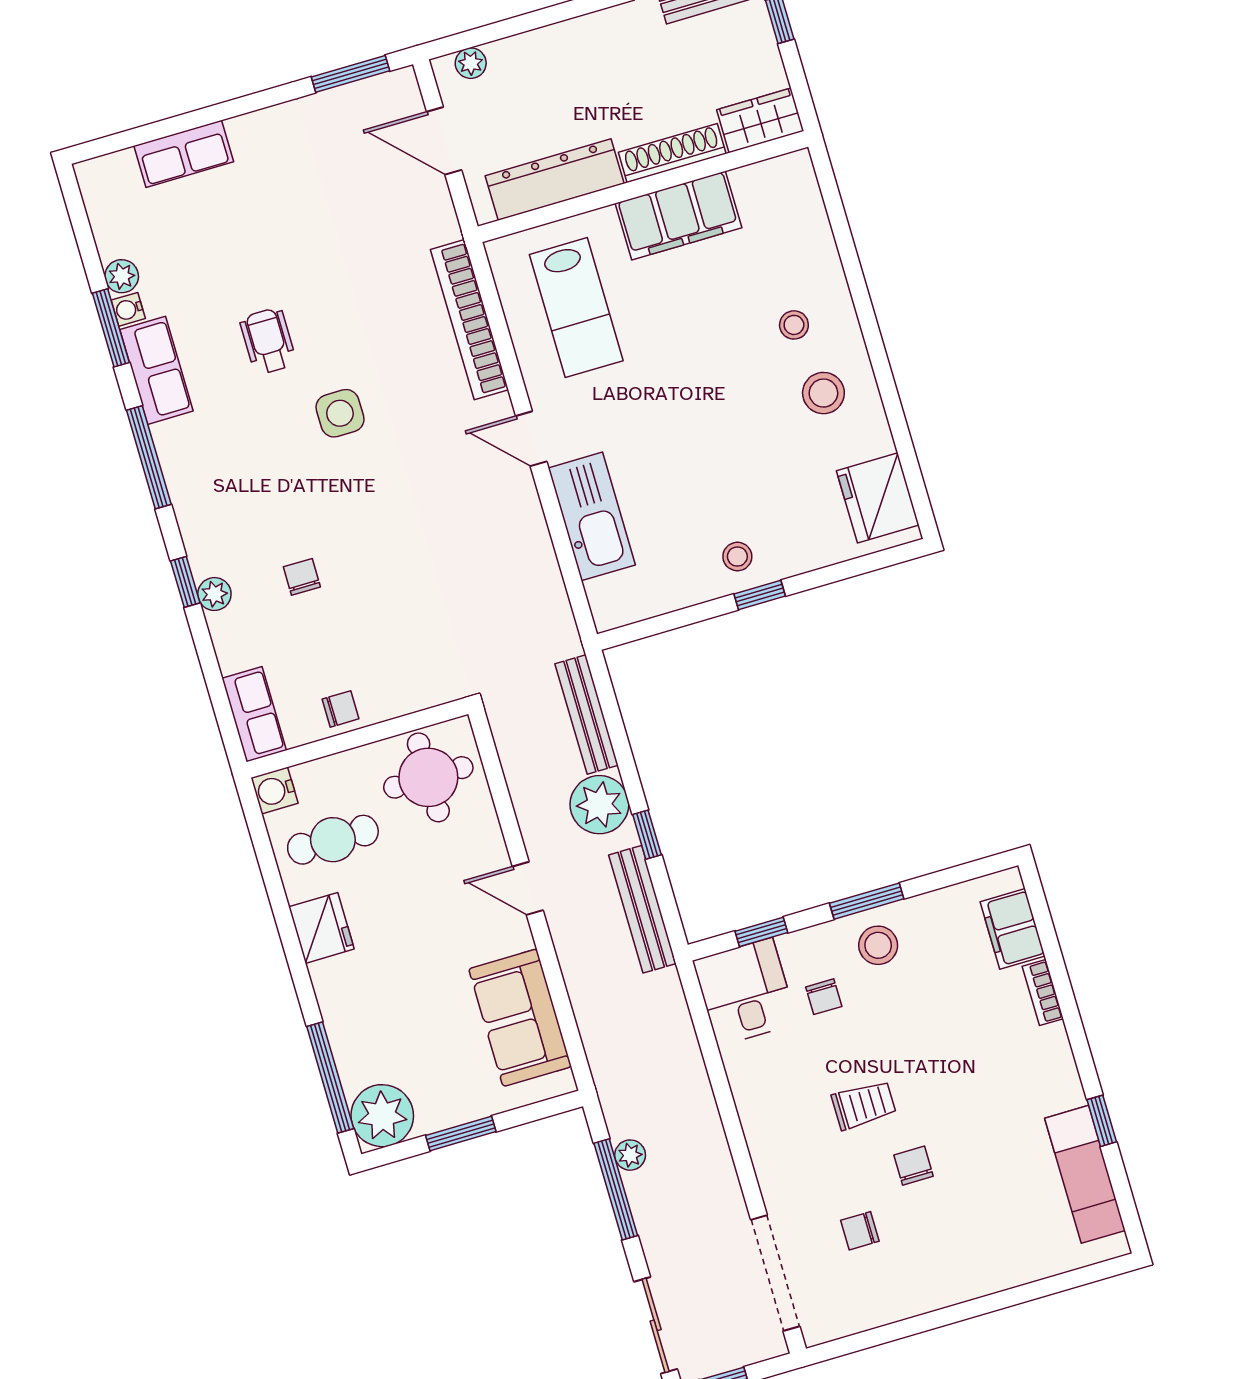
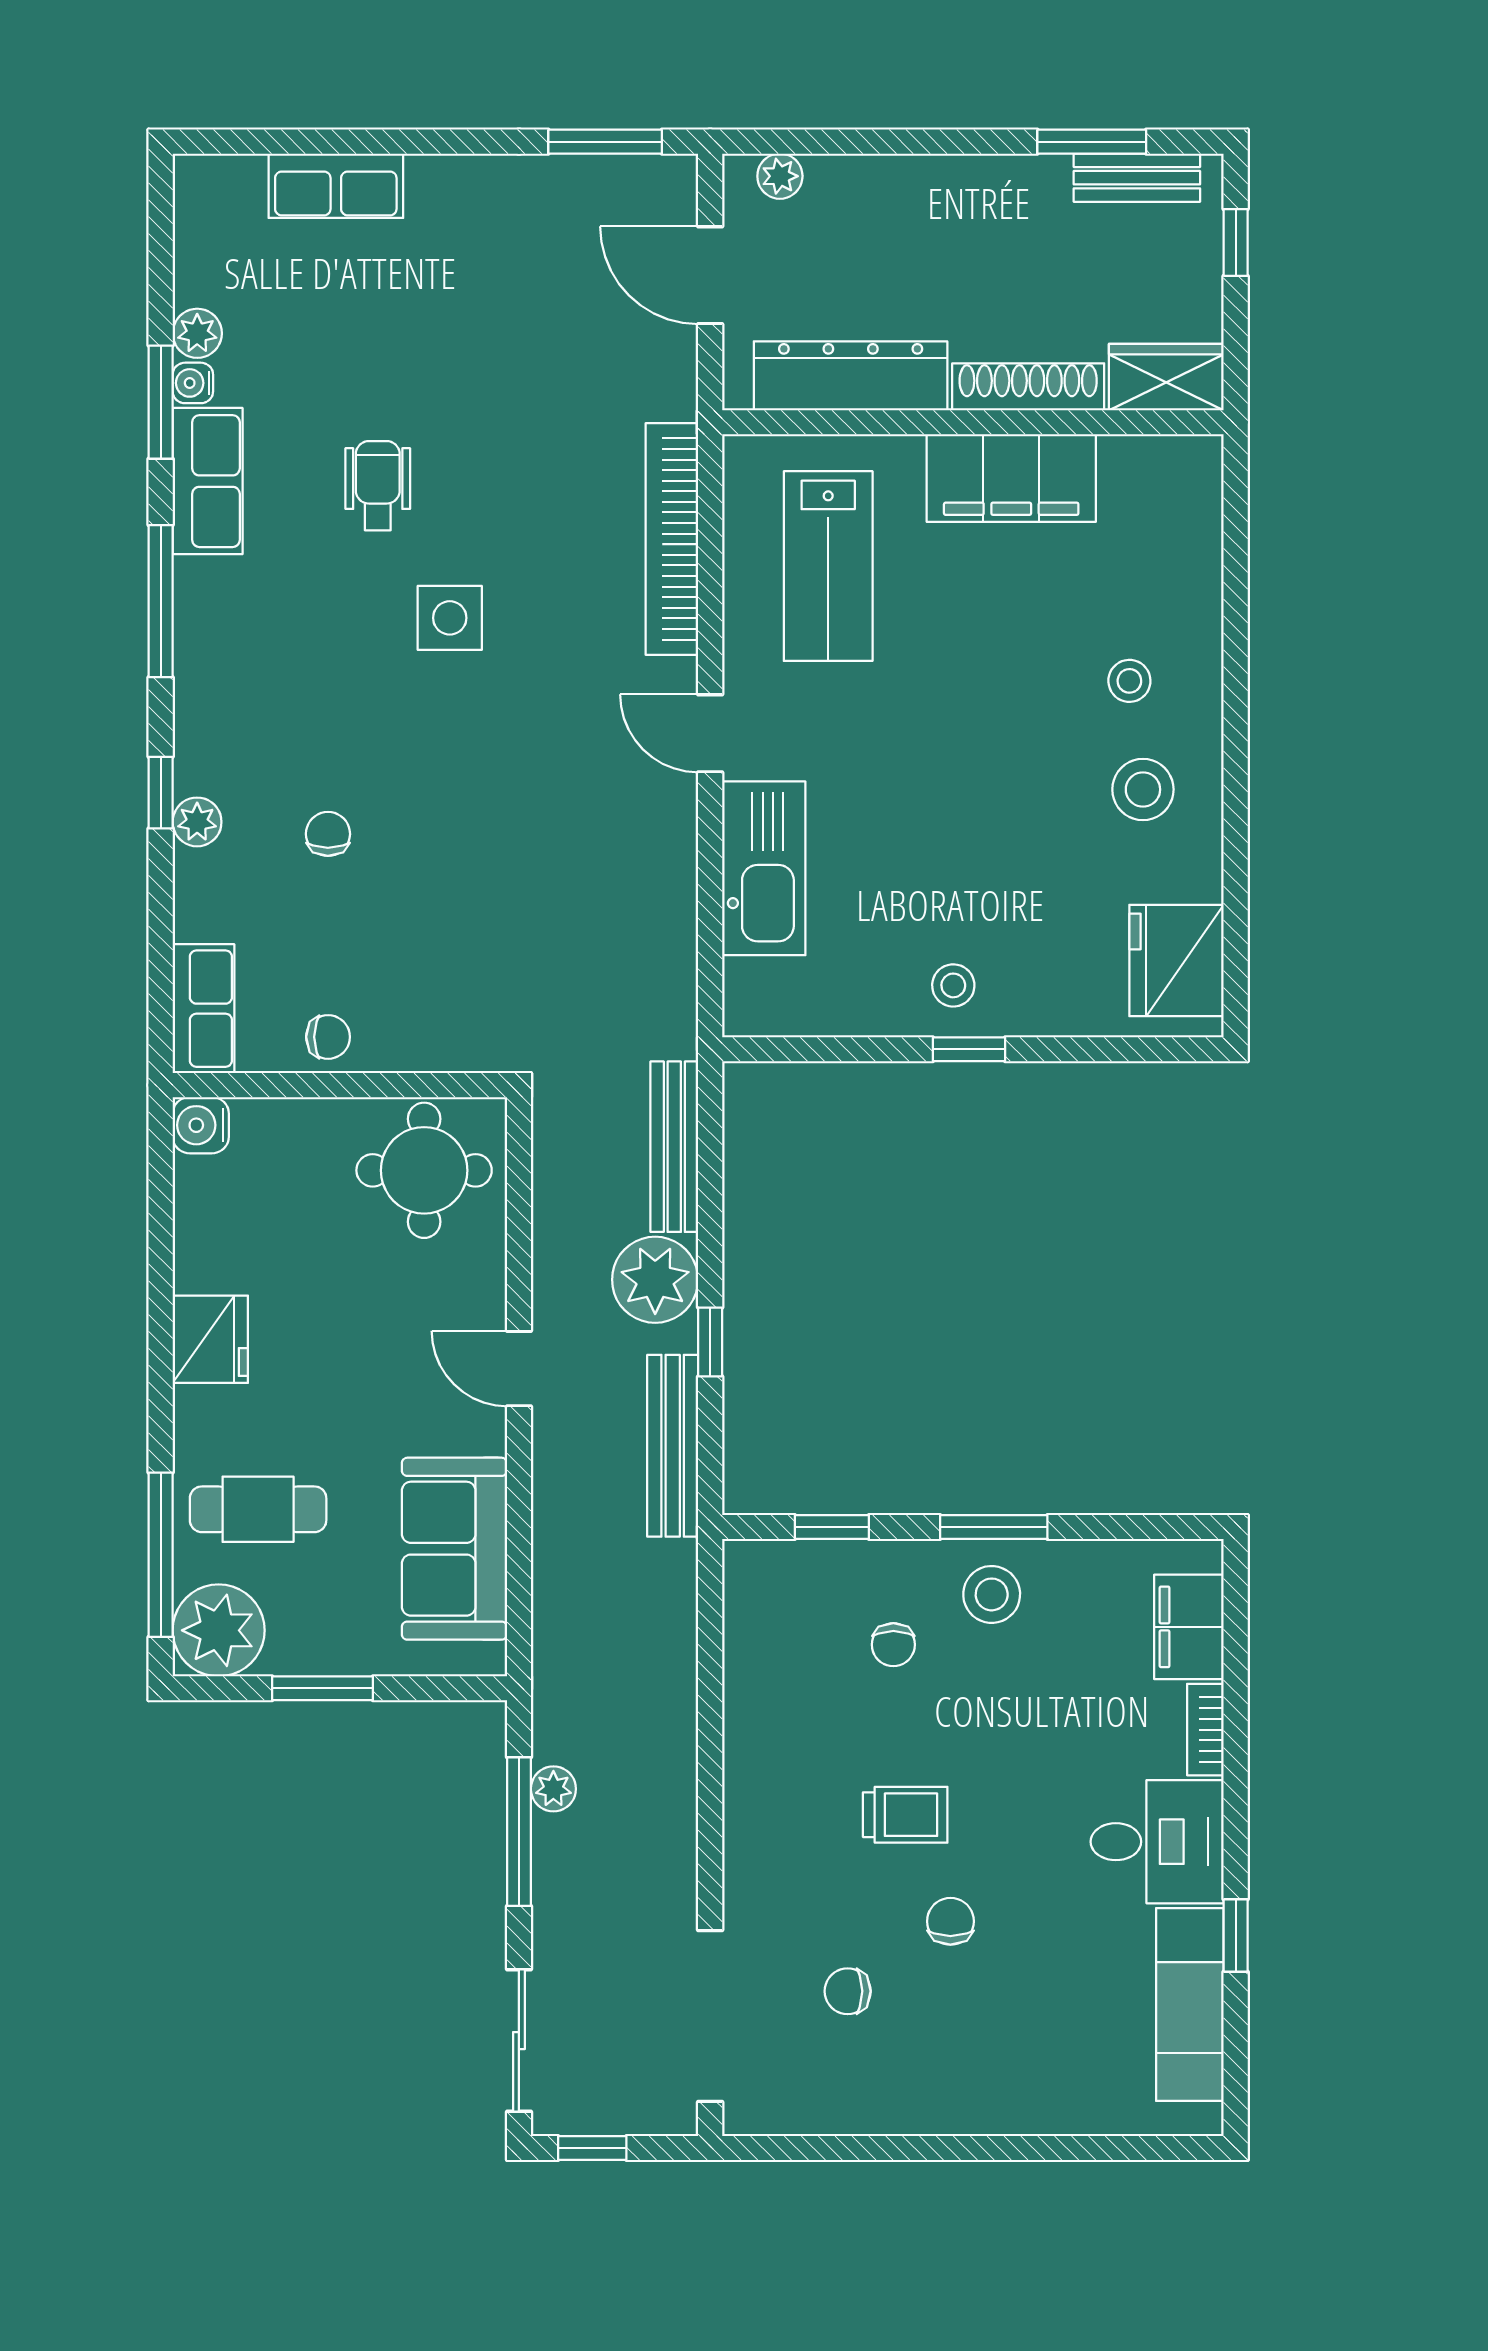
cafe table: (333, 840) -> (258, 1509), moved
desk: (745, 992) -> (1157, 1842), moved, turned 90

